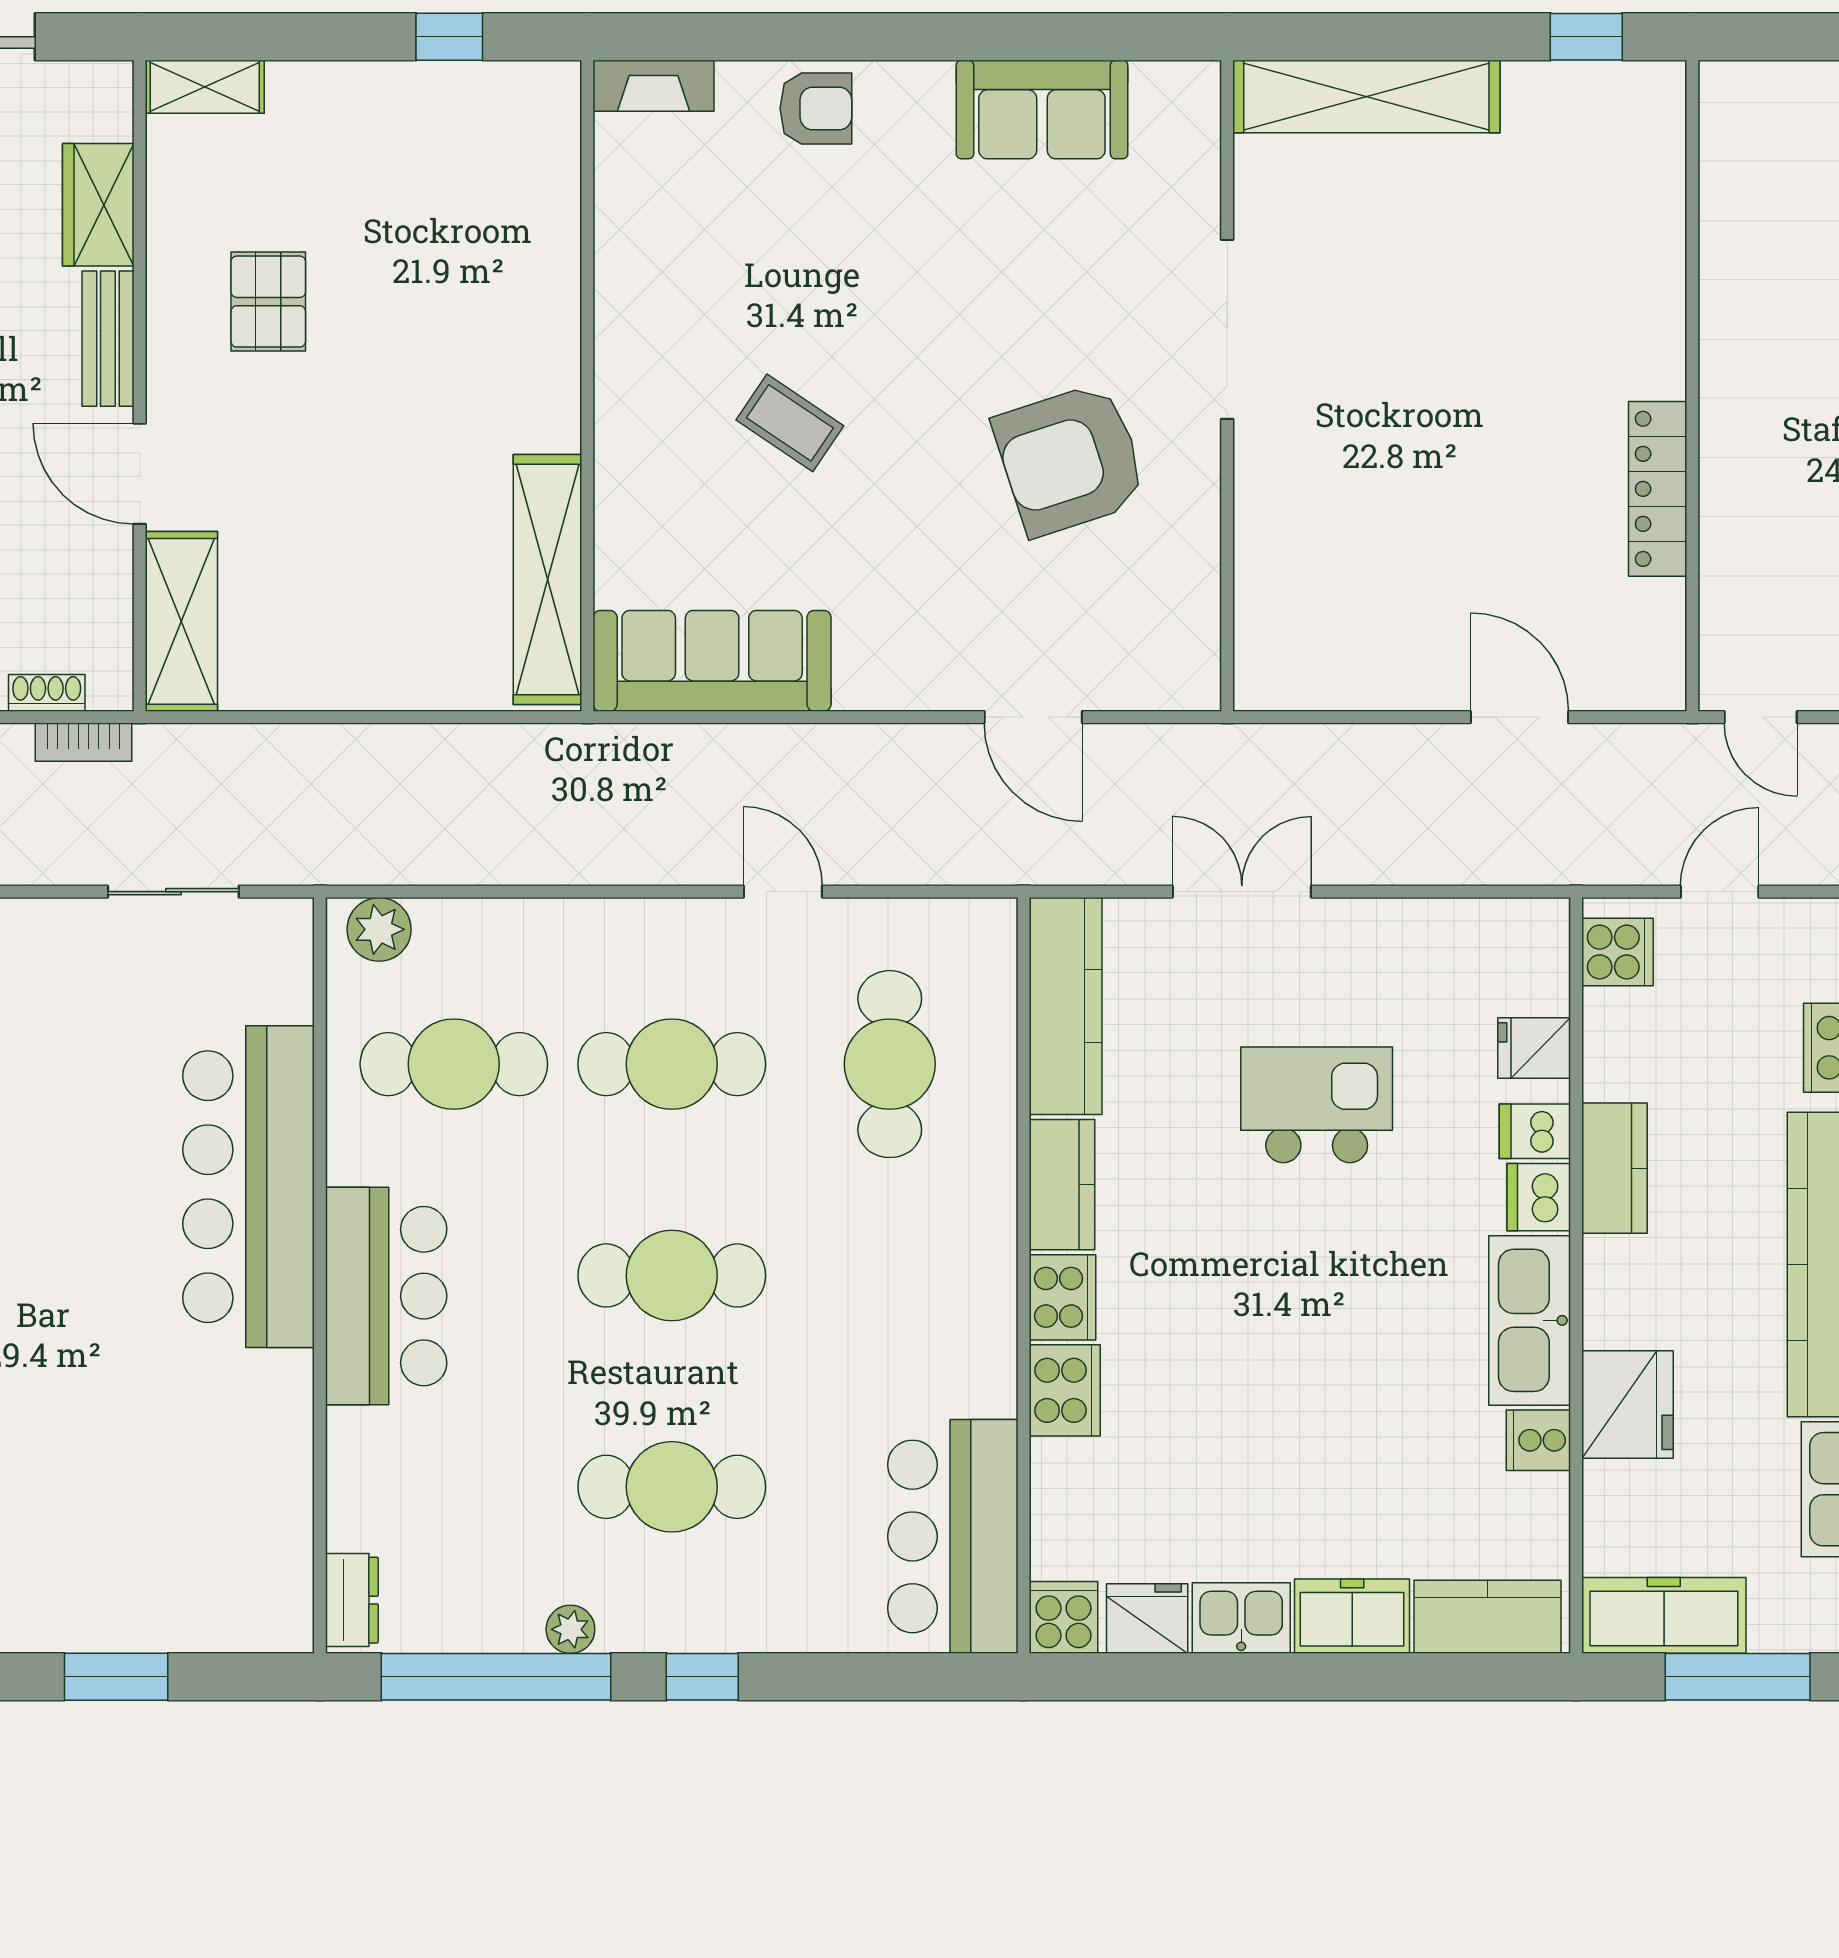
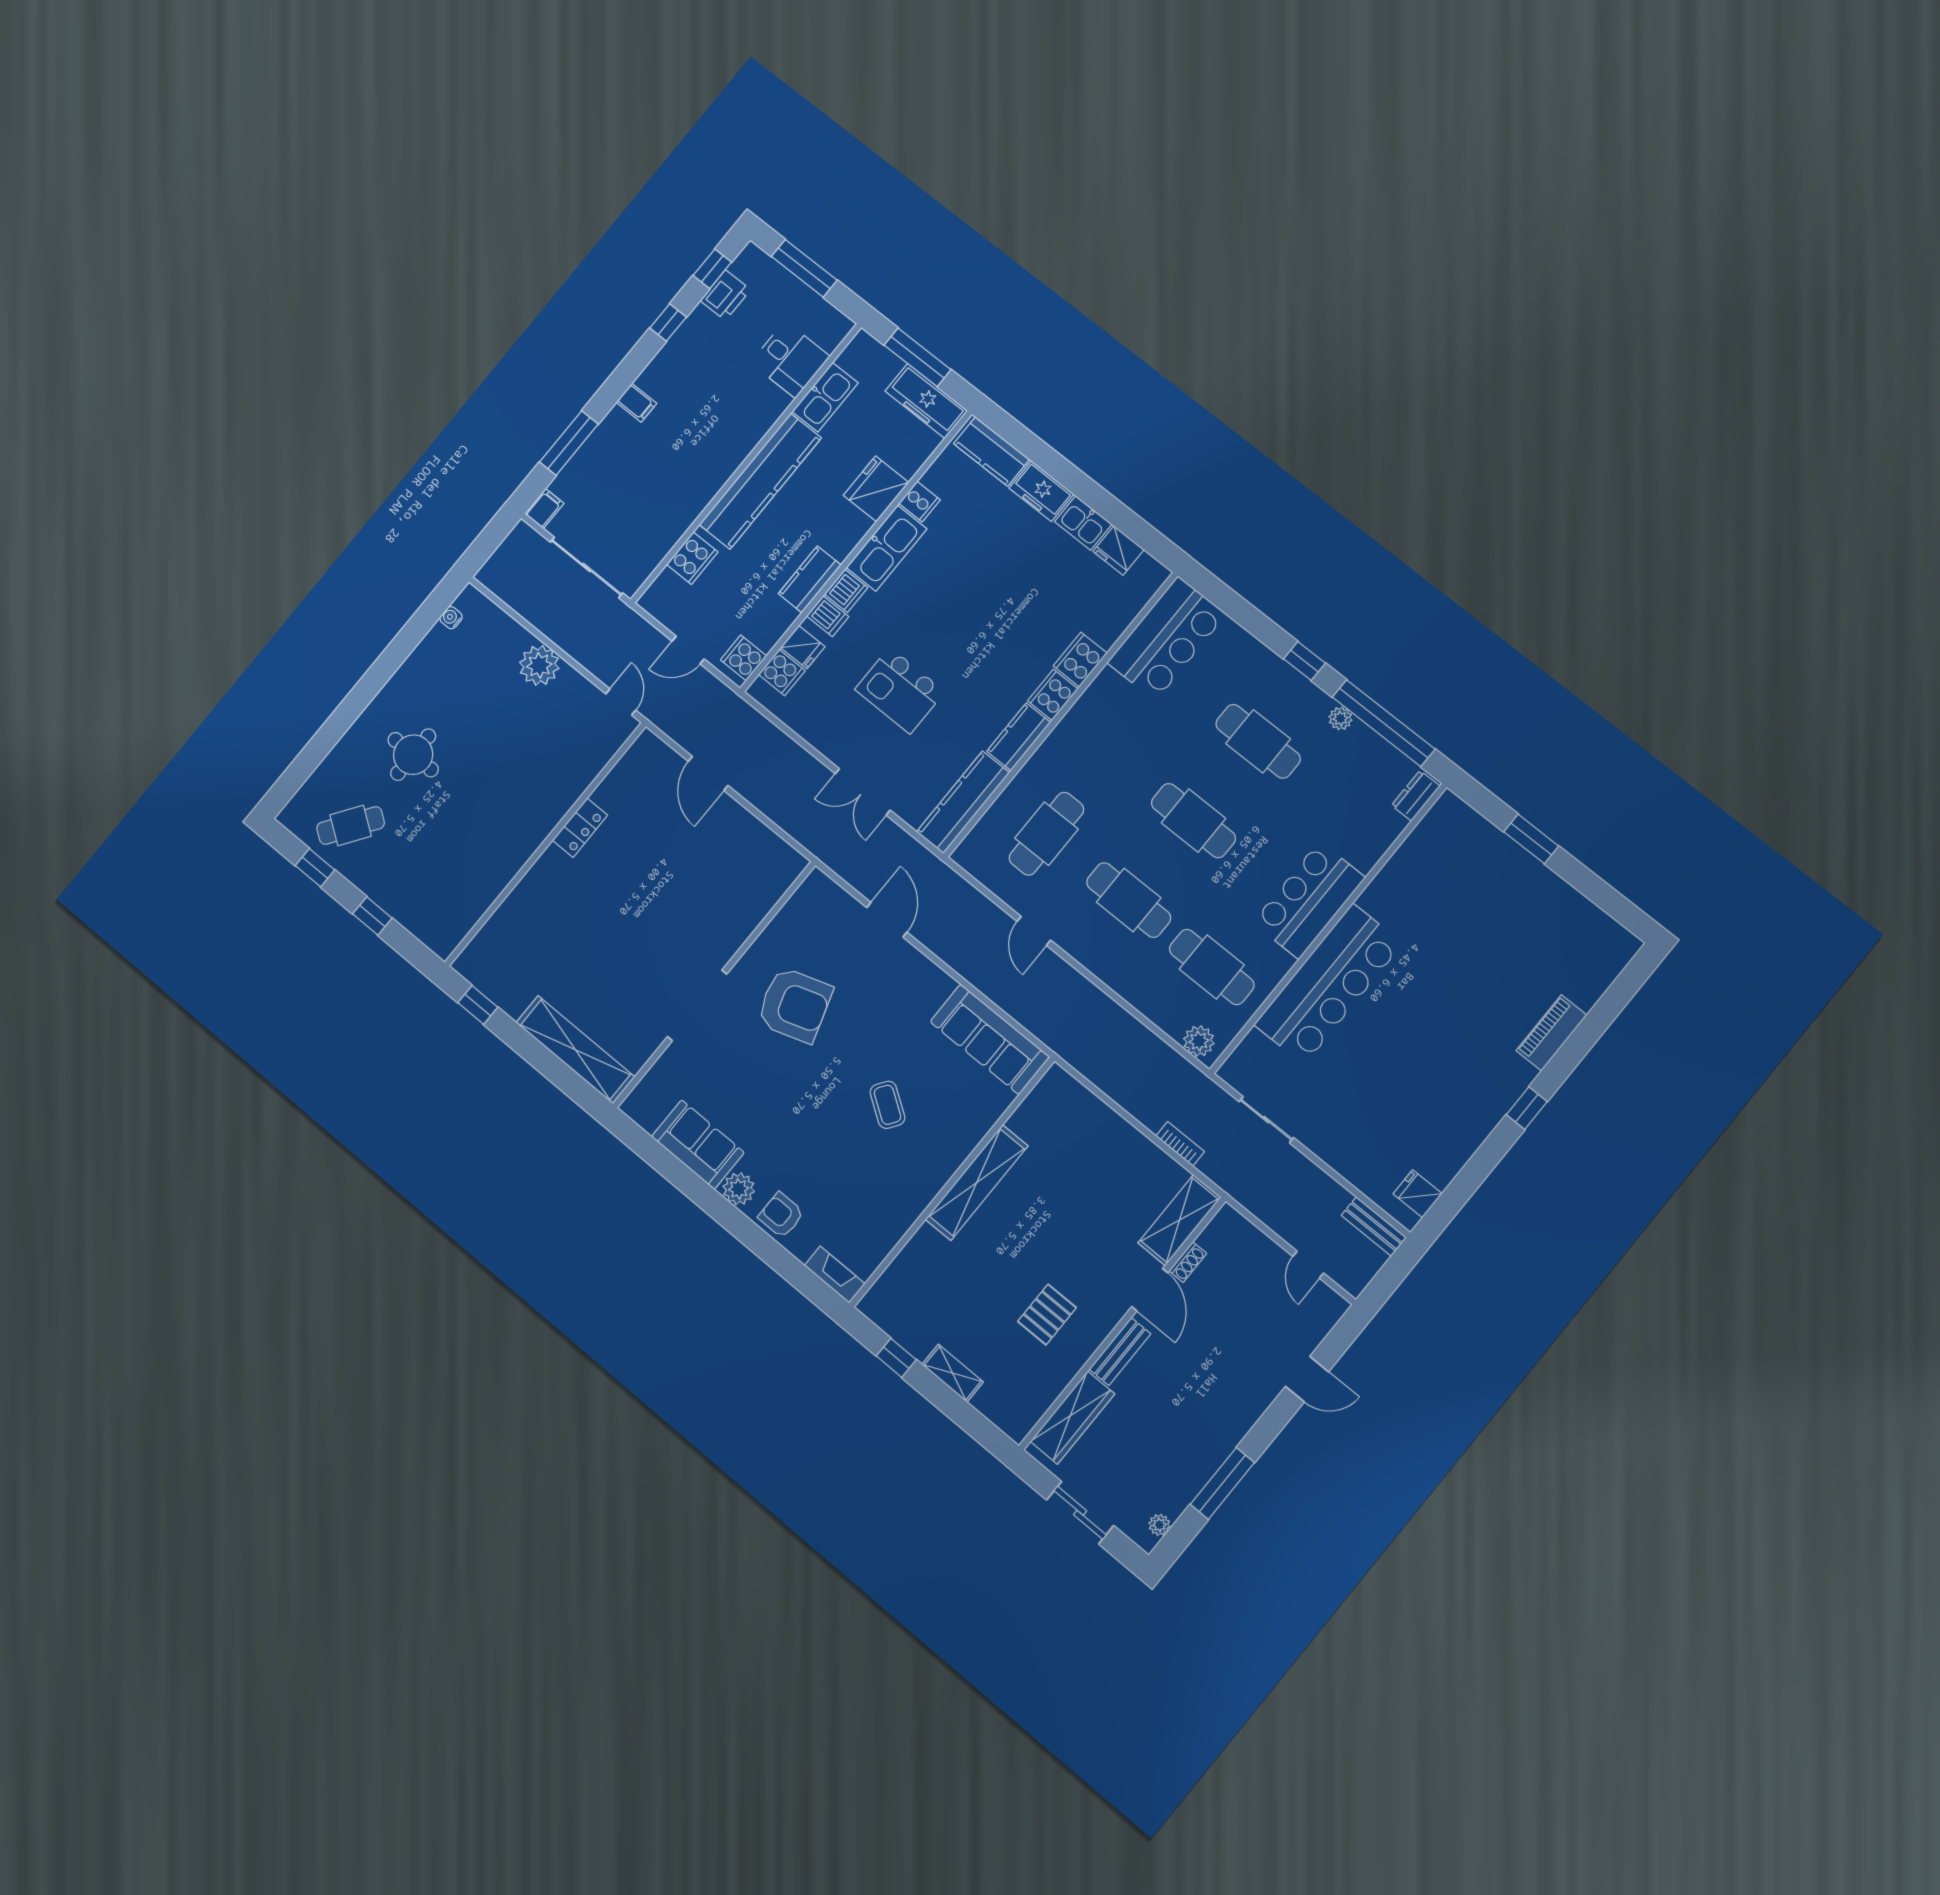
shelving: (205, 87) -> (953, 1373), moved
plant: (918, 94) -> (739, 1189), added
wardrobe: (98, 205) -> (1072, 1418), width x1.50
locker: (1658, 489) -> (580, 828), width x0.66
shelving: (547, 579) -> (977, 1183), moved
shoe rack: (47, 693) -> (1188, 1262), moved, turned -90
bookcase: (83, 742) -> (1180, 1144), moved
cooker: (1064, 1617) -> (782, 673), moved, turned -90

